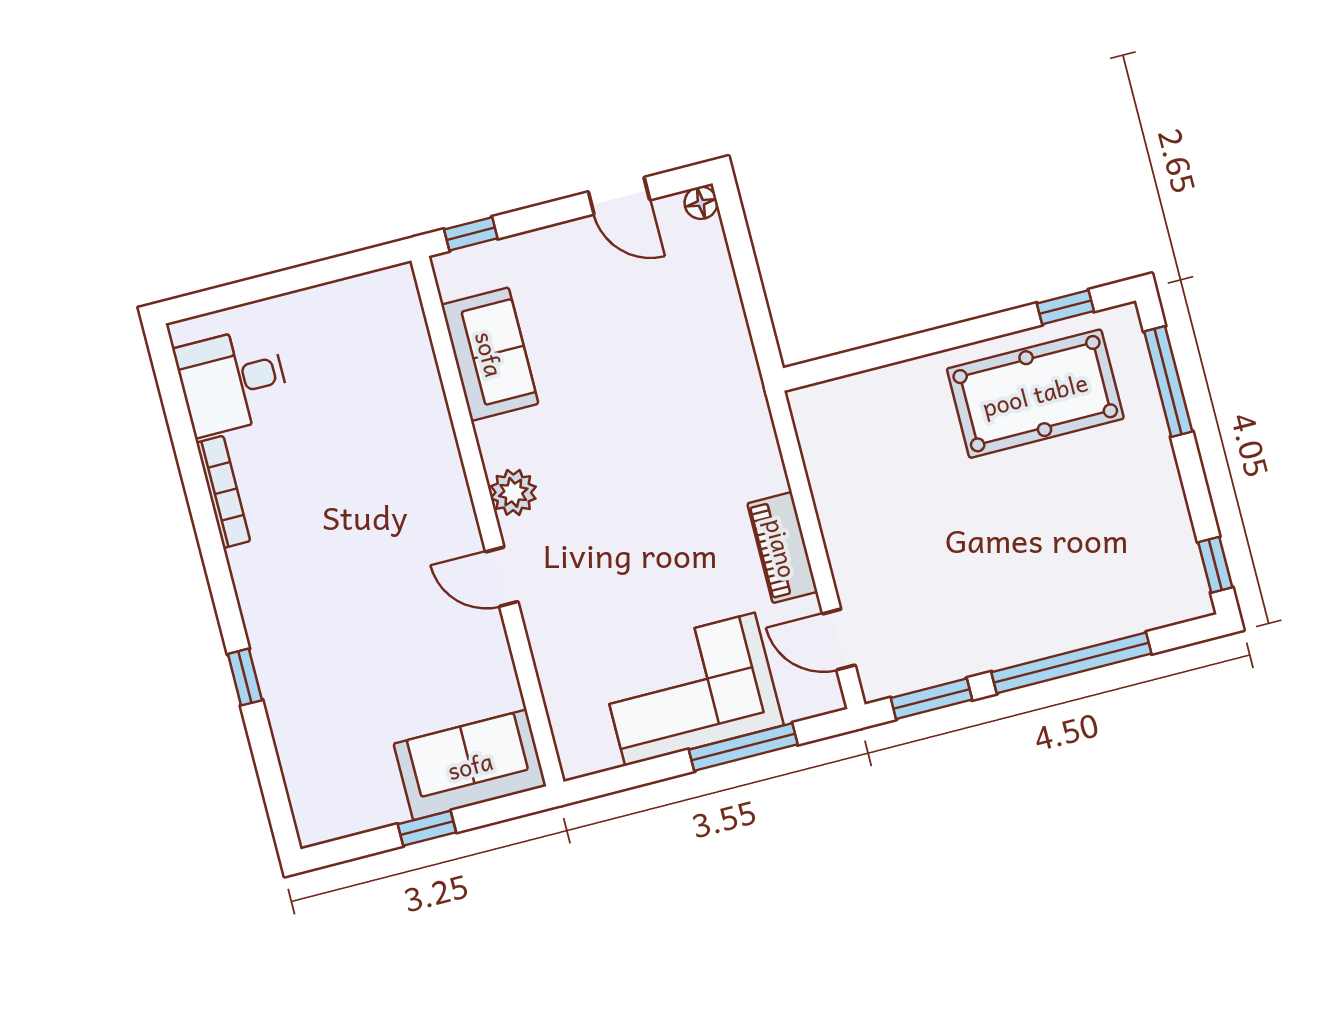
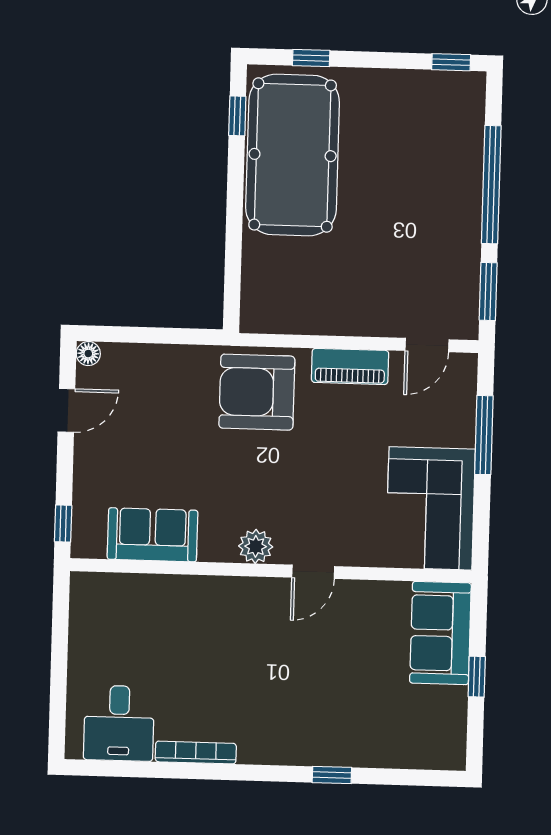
window: (1168, 381) -> (311, 58), width x0.46
pool table: (1035, 394) -> (293, 155), width x1.36, depth x1.32
armchair: (714, 436) -> (257, 392), added
corner sofa: (690, 689) -> (430, 508), moved

